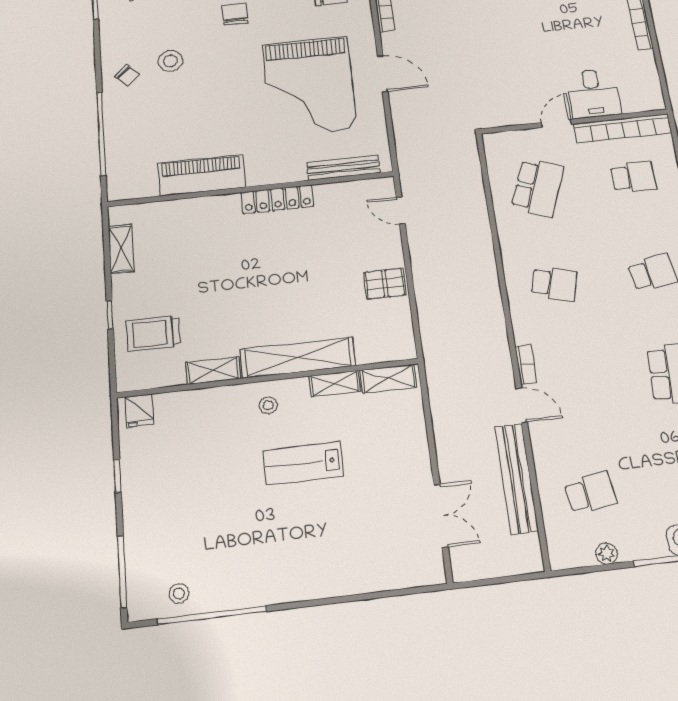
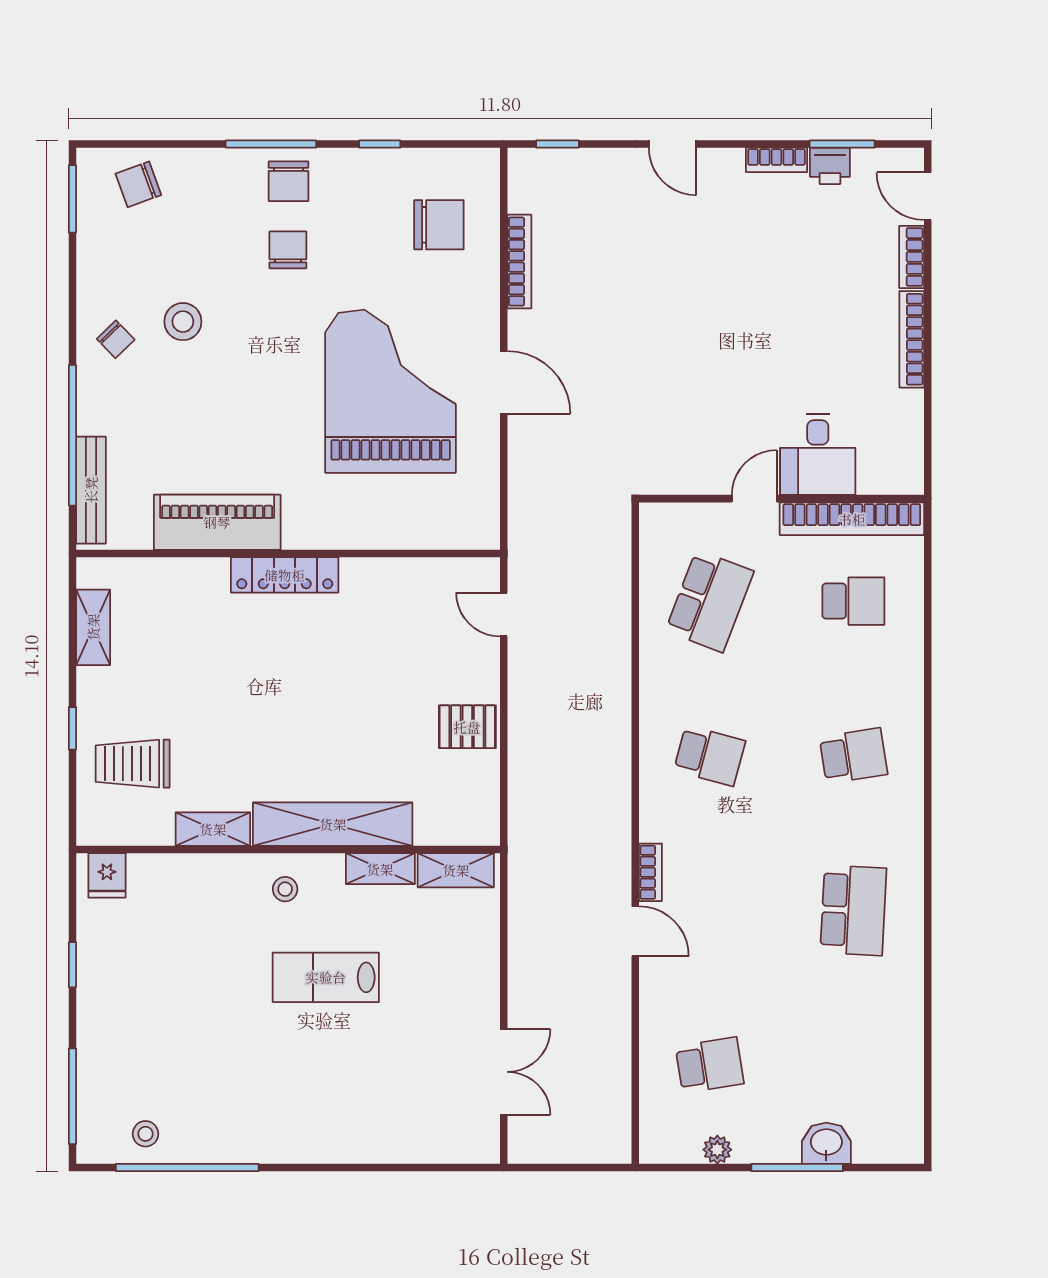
grand piano: (309, 86) -> (391, 391), turned 180
bench: (344, 168) -> (91, 490), moved, turned 90
locker: (277, 199) -> (285, 575), moved
bench: (517, 479) -> (613, 1033), removed

